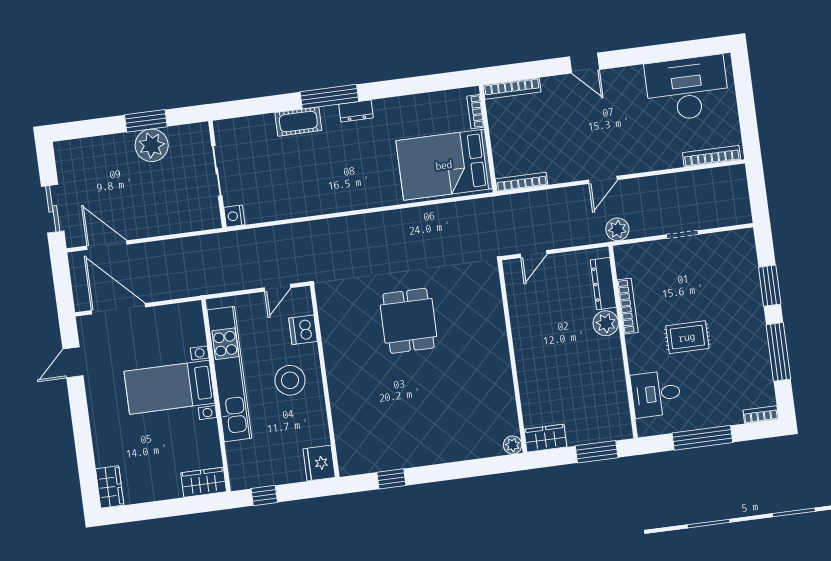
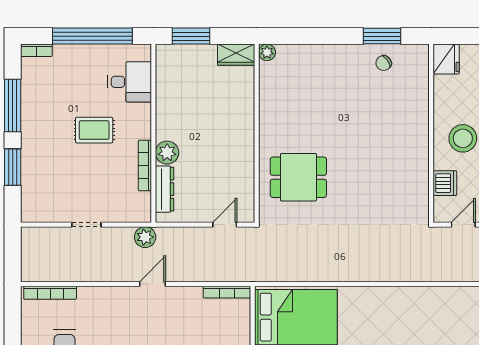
dining table: (408, 321) -> (298, 177), moved, turned 90
window: (702, 438) -> (92, 36), width x1.46
chair: (386, 450) -> (384, 63), added
window: (391, 479) -> (382, 36), width x1.50

